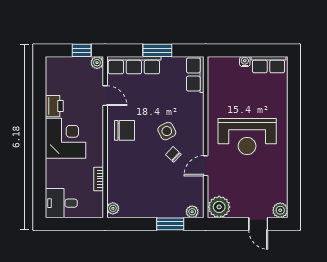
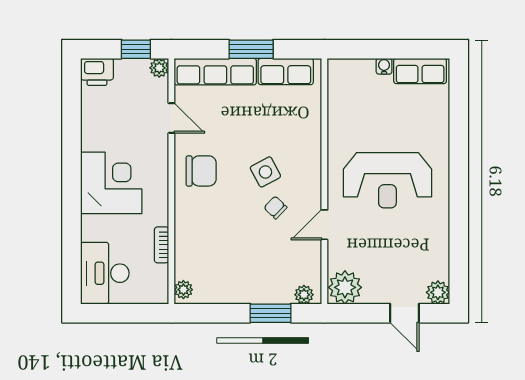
row of seats: (195, 74) -> (286, 72), moved, turned -90
printer: (54, 106) -> (97, 72), moved, turned 90
desk: (61, 203) -> (105, 273), width x1.37

